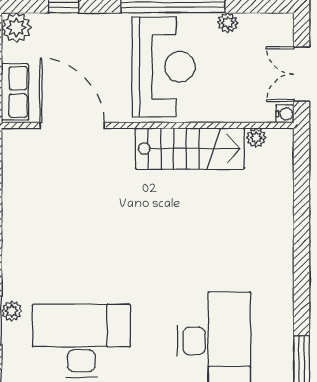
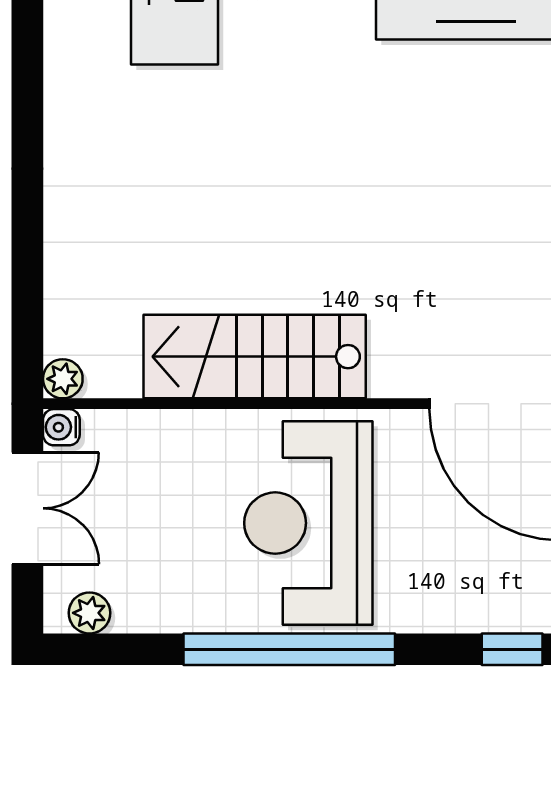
plant: (228, 23) -> (89, 613), moved
plant: (256, 138) -> (63, 379), moved

